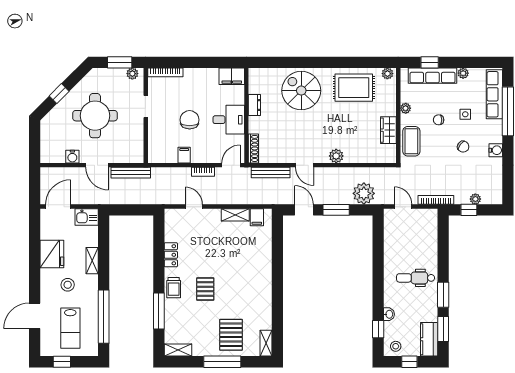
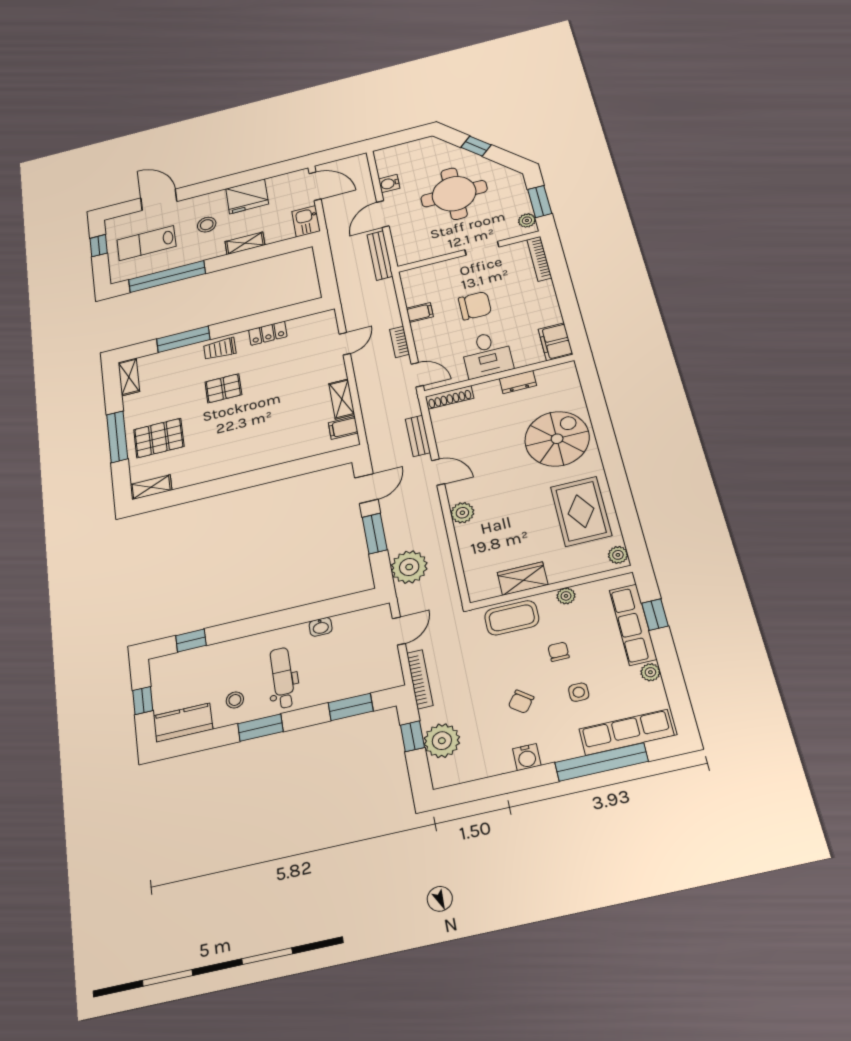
door: (305, 165) -> (438, 472), swing flipped
bench: (271, 173) -> (418, 436), width x0.73
plant: (475, 199) -> (442, 741), width x1.88, depth x1.88
washbasin: (389, 314) -> (321, 627), moved
window: (443, 329) -> (351, 707), moved
stool: (396, 346) -> (235, 700), moved

